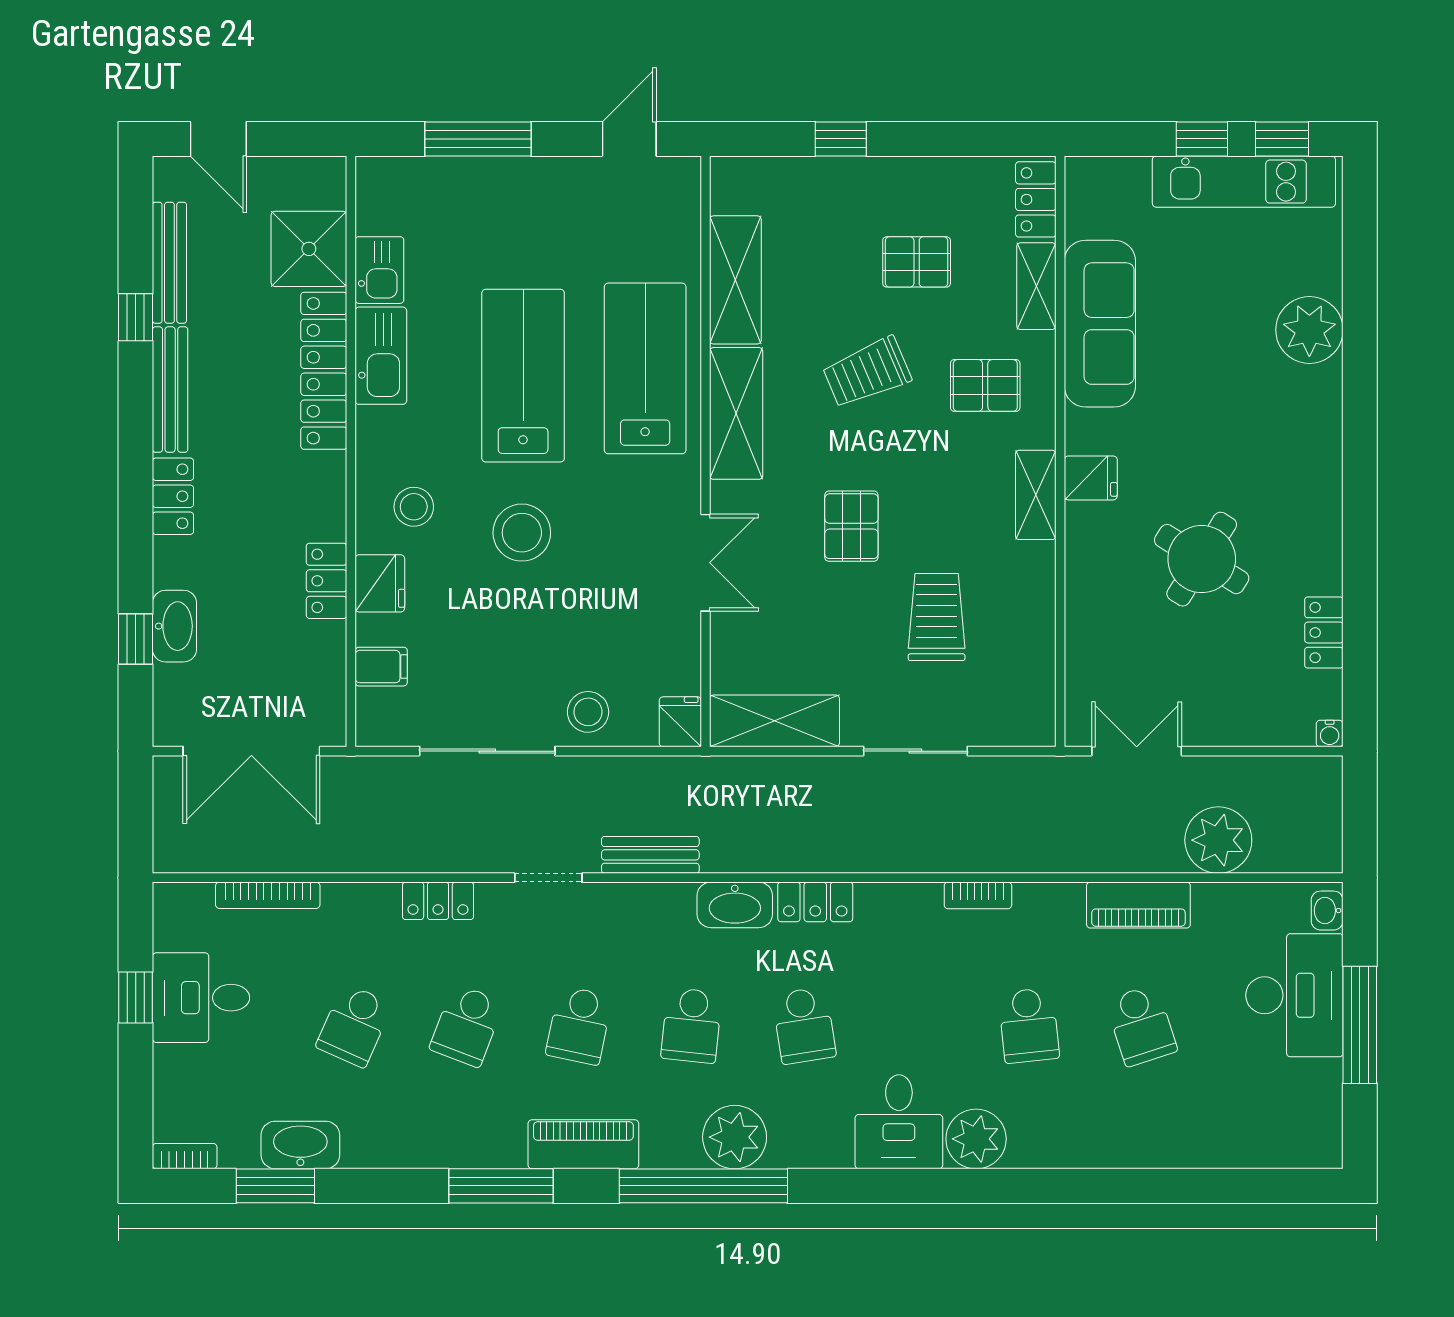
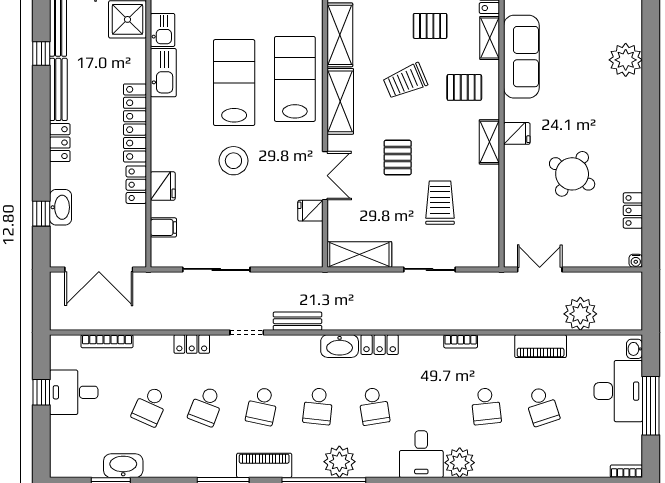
locker: (324, 371) -> (135, 123), moved
stool: (414, 507) -> (180, 148), removed
stool: (588, 712) -> (266, 250), removed
fridge: (680, 722) -> (310, 211), moved, turned -90
bookcase: (185, 1156) -> (626, 471), moved

